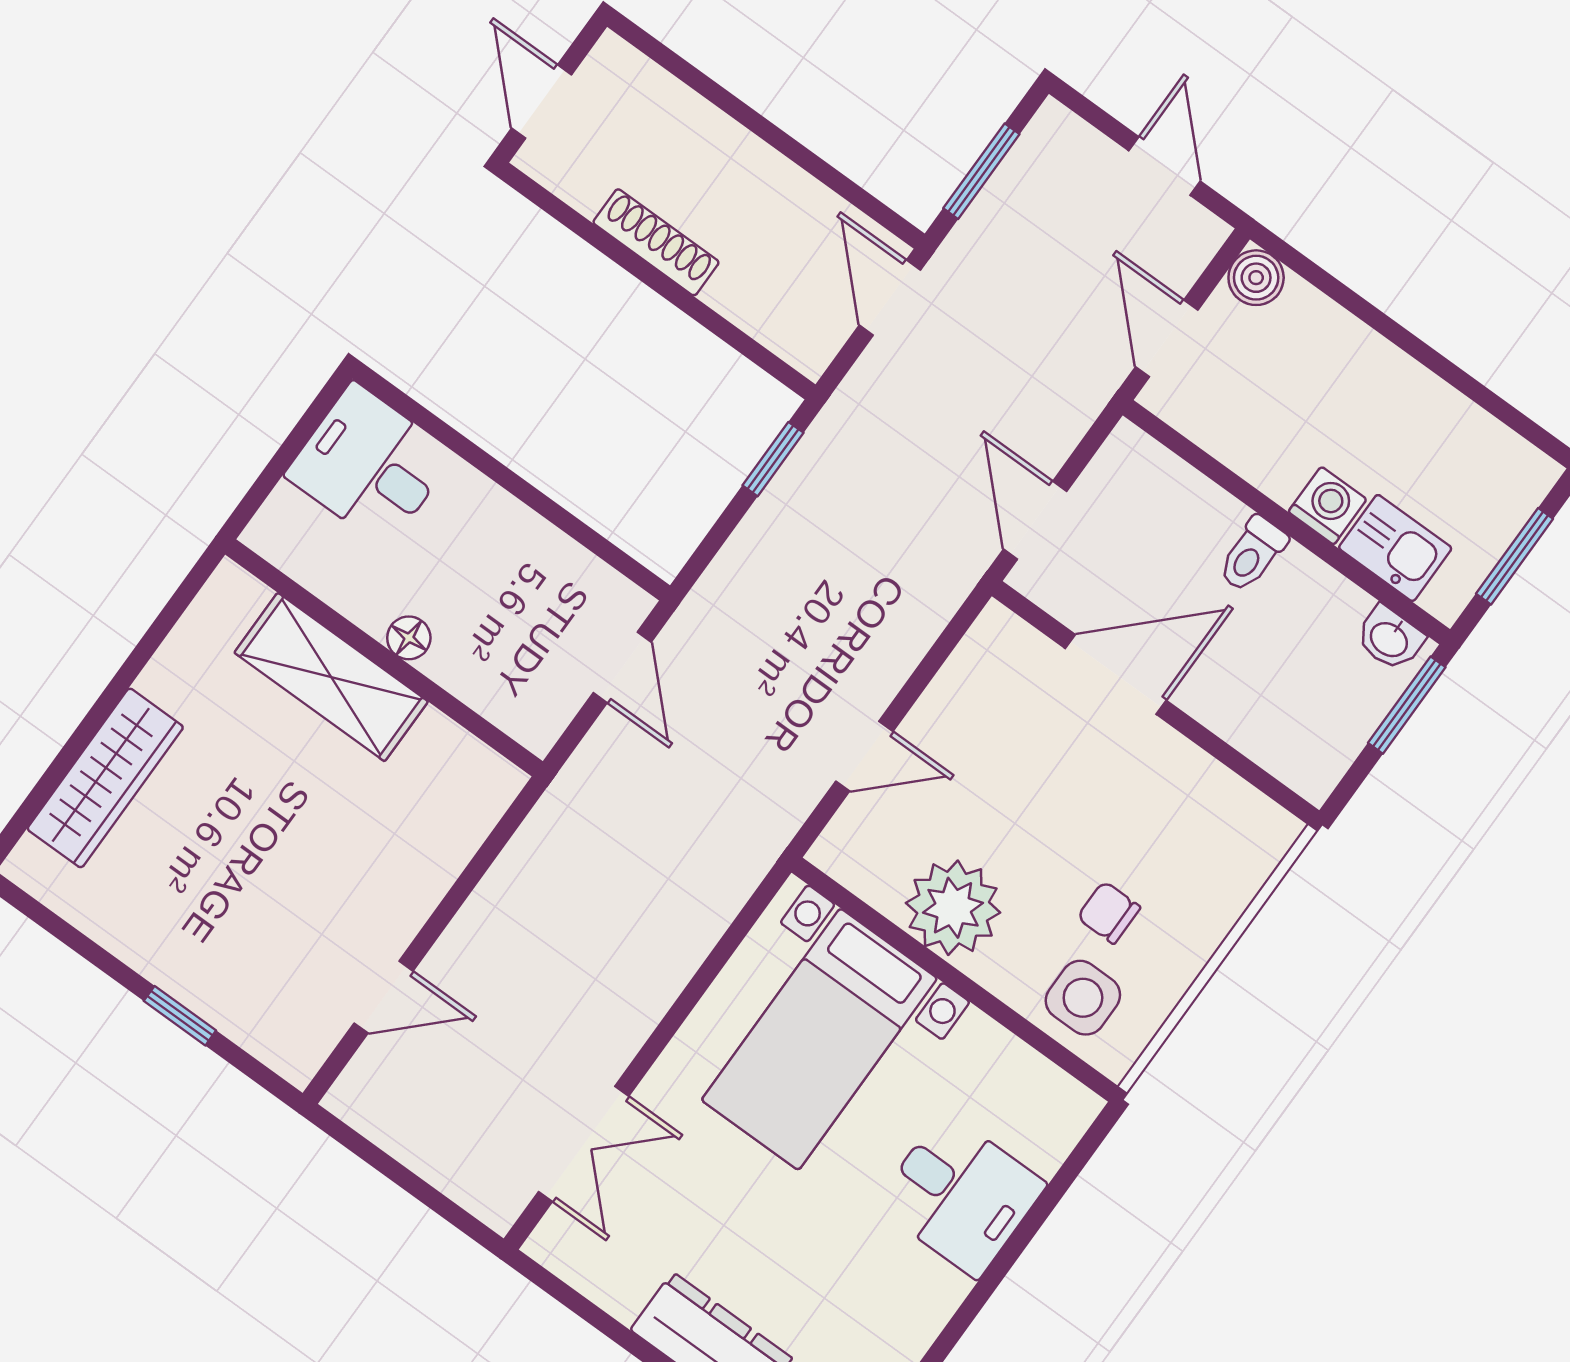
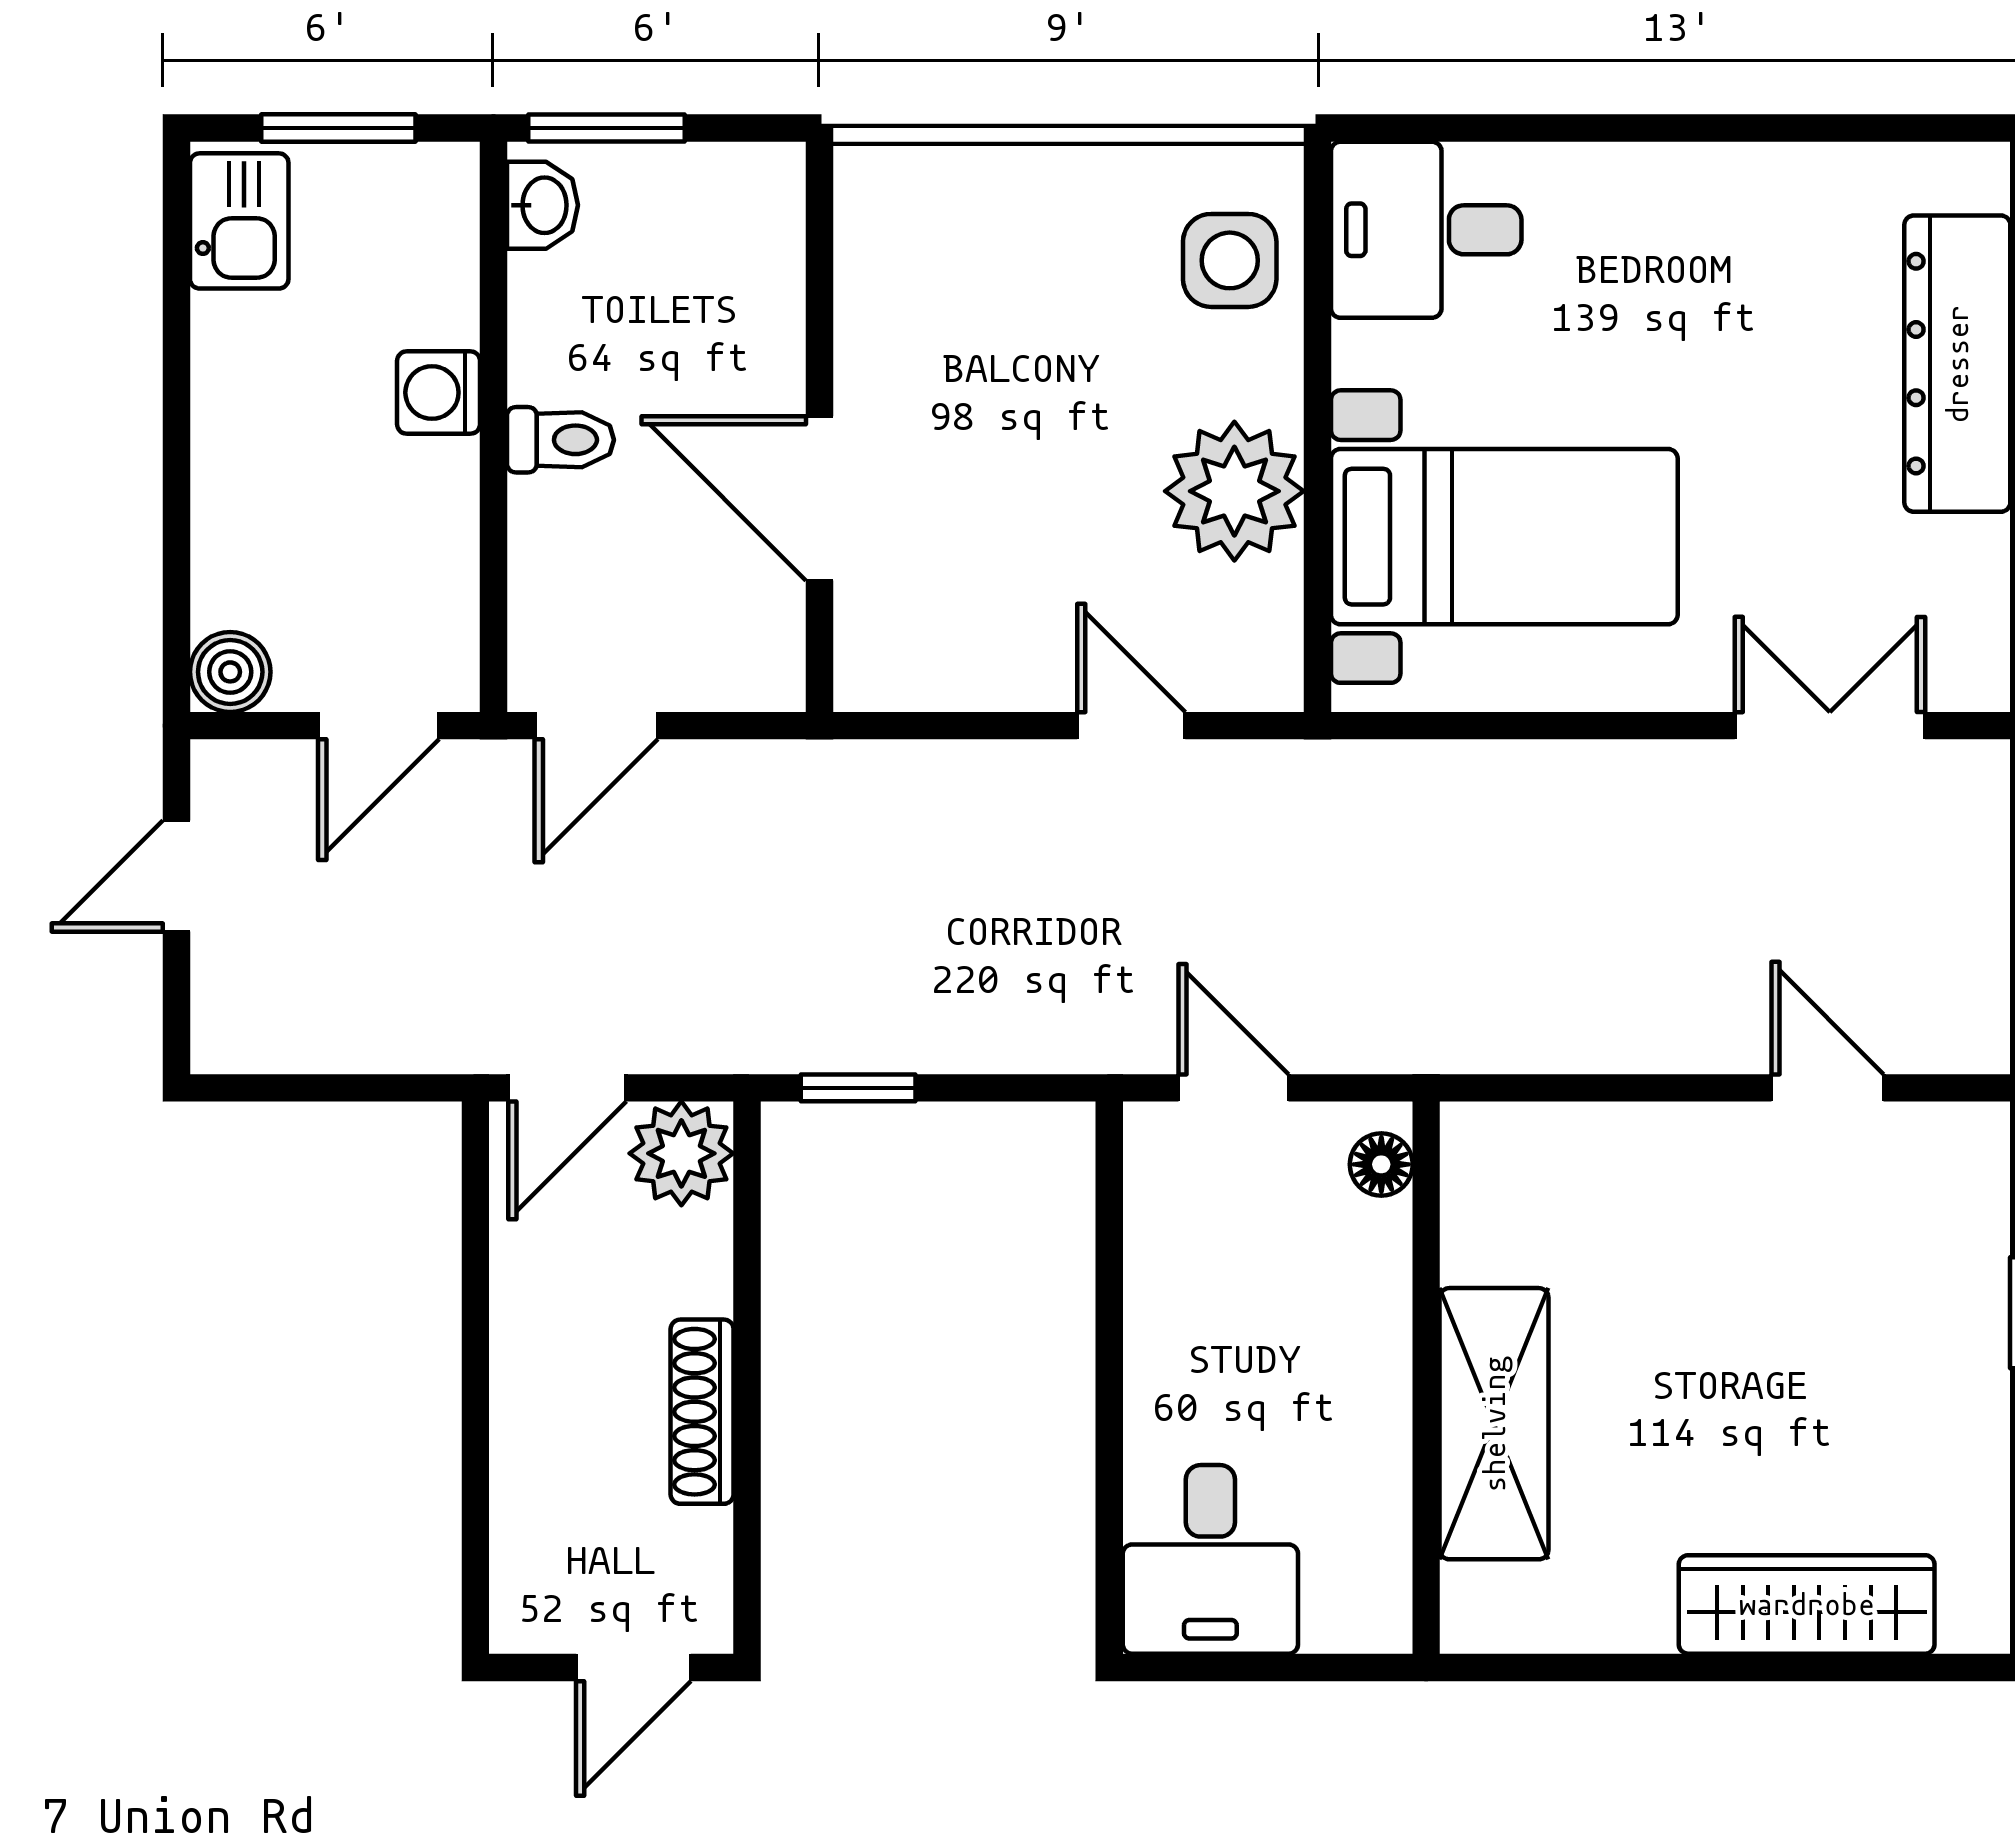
window: (981, 171) -> (340, 1088), removed
plant: (808, 335) -> (681, 1153), added
door: (1035, 520) -> (596, 726), moved
kitchen sink: (1395, 548) -> (239, 221), moved, turned 180
floor lamp: (409, 638) -> (1381, 1164), moved
door: (622, 667) -> (1233, 1088), hinge flipped
chair: (1109, 912) -> (1107, 303), removed
desk: (960, 1195) -> (1426, 230), moved, turned -90

